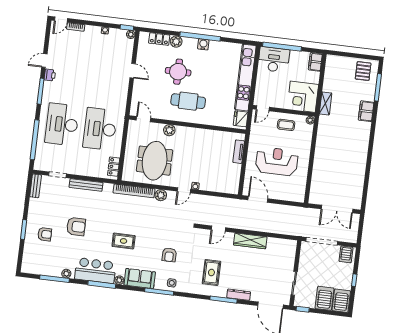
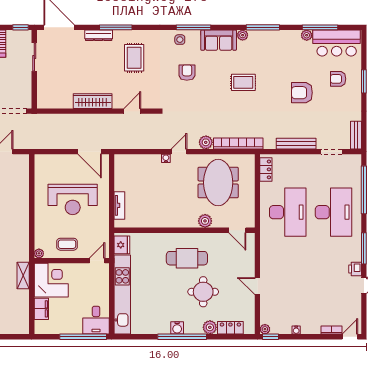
desk: (274, 60) -> (96, 320), width x0.73
filing cabinet: (315, 62) -> (41, 309), moved
bar counter: (95, 271) -> (337, 43), moved

